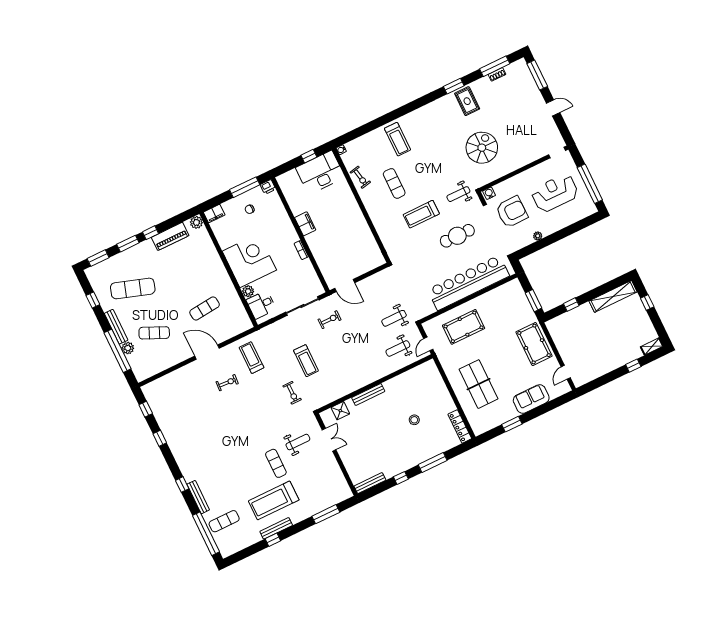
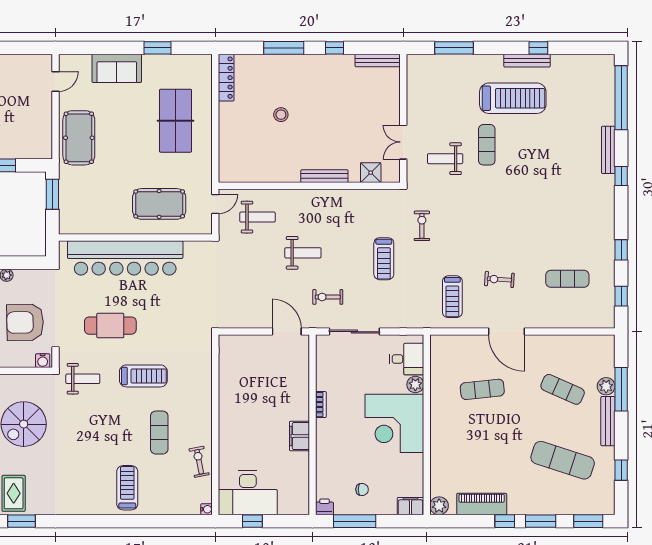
weight bench: (394, 318) -> (303, 253), moved
window: (118, 351) -> (621, 389), width x0.68
treadmill: (306, 361) -> (384, 259), turned 180
exercise mat: (224, 521) -> (567, 279), moved

